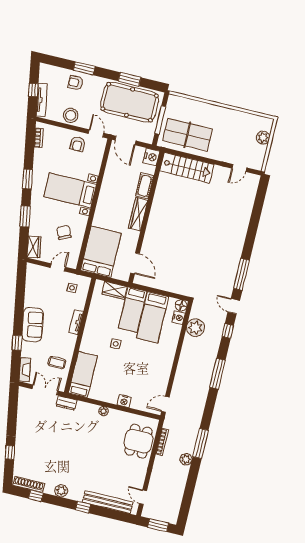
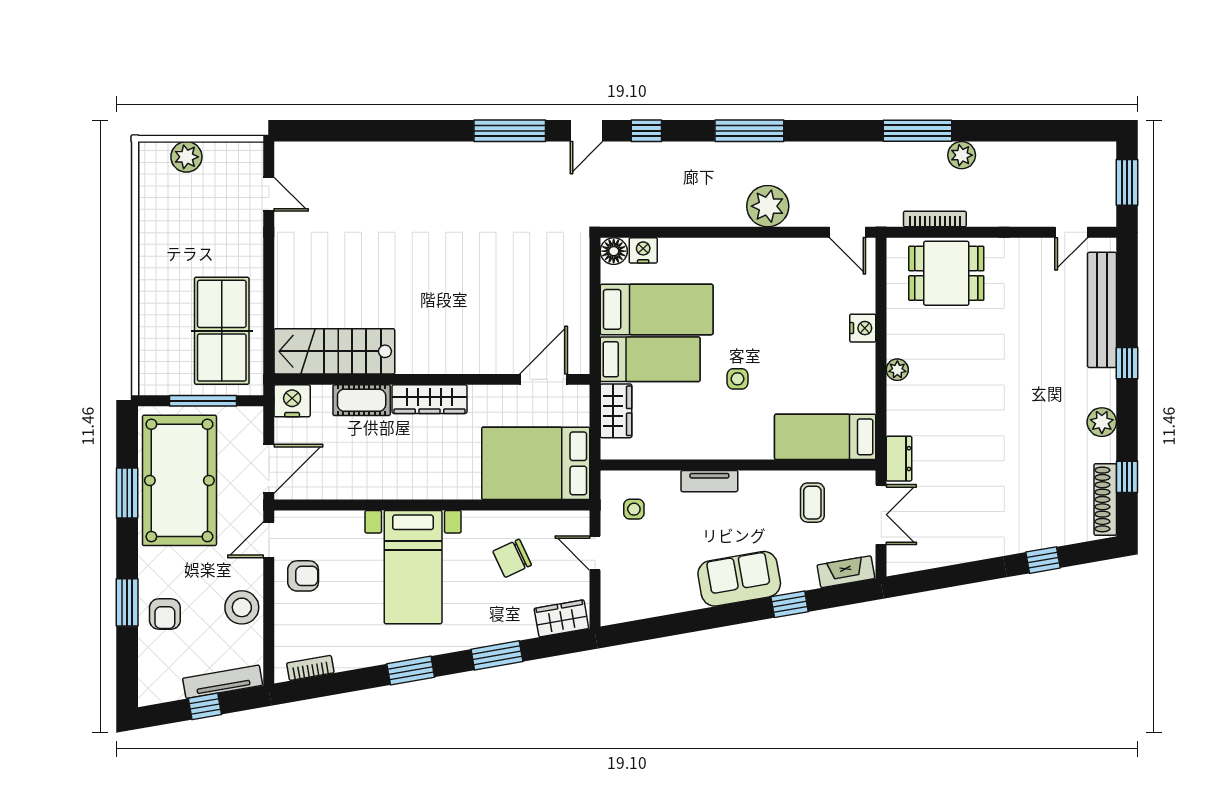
stairs: (187, 168) -> (334, 351), moved, turned -90
plant: (195, 328) -> (768, 206), moved
double door: (45, 390) -> (881, 515), swing flipped

